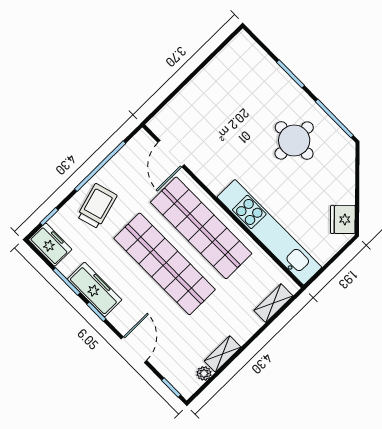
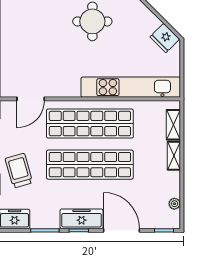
door: (171, 154) -> (31, 99), hinge flipped
freezer: (95, 289) -> (82, 219), moved
door: (134, 350) -> (122, 230), width x1.36
shelving: (223, 354) -> (174, 156), moved

